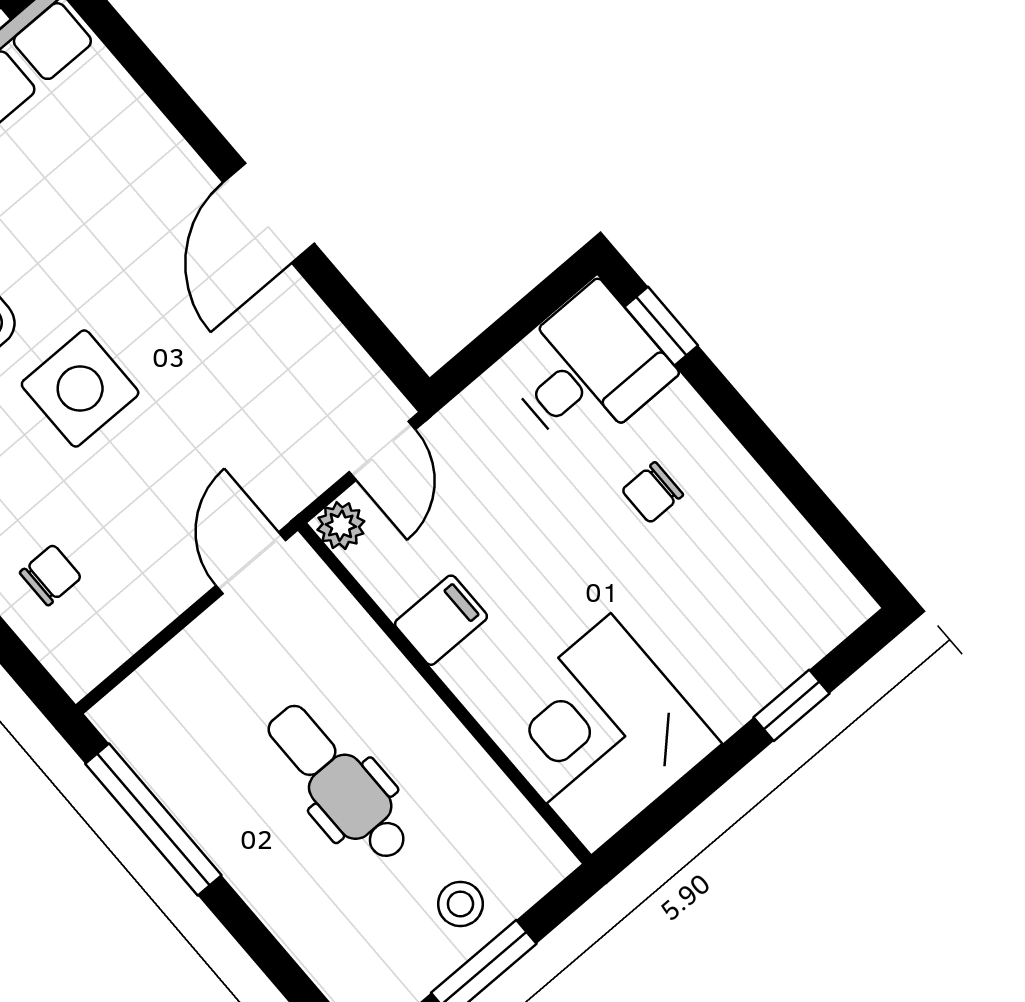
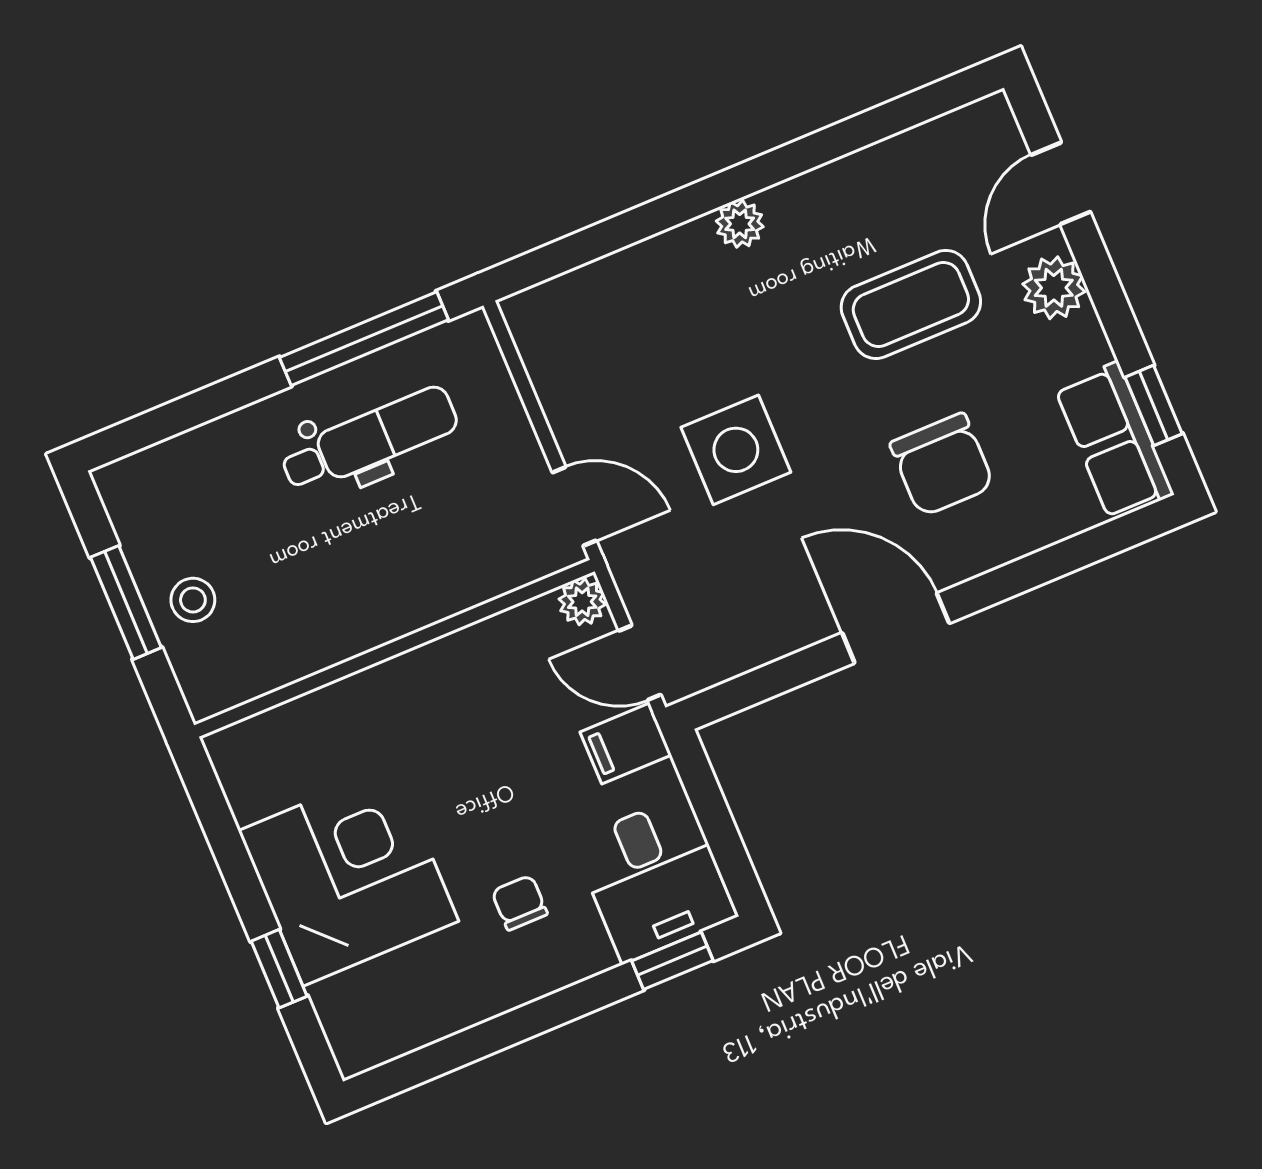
side table: (80, 389) -> (736, 450), moved
chair: (51, 575) -> (942, 465), moved, width x1.87, depth x1.87
filing cabinet: (441, 620) -> (626, 743), moved, turned 90
corner desk: (601, 734) -> (348, 876), moved
dental chair: (338, 783) -> (369, 440), moved

